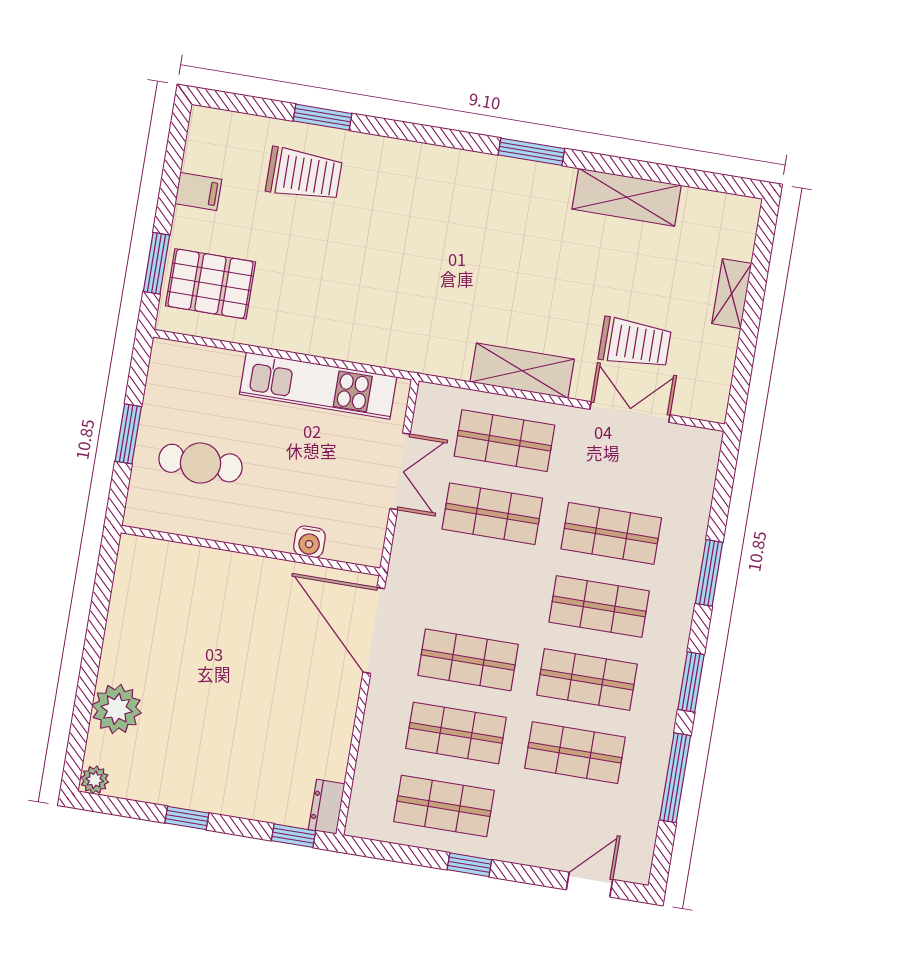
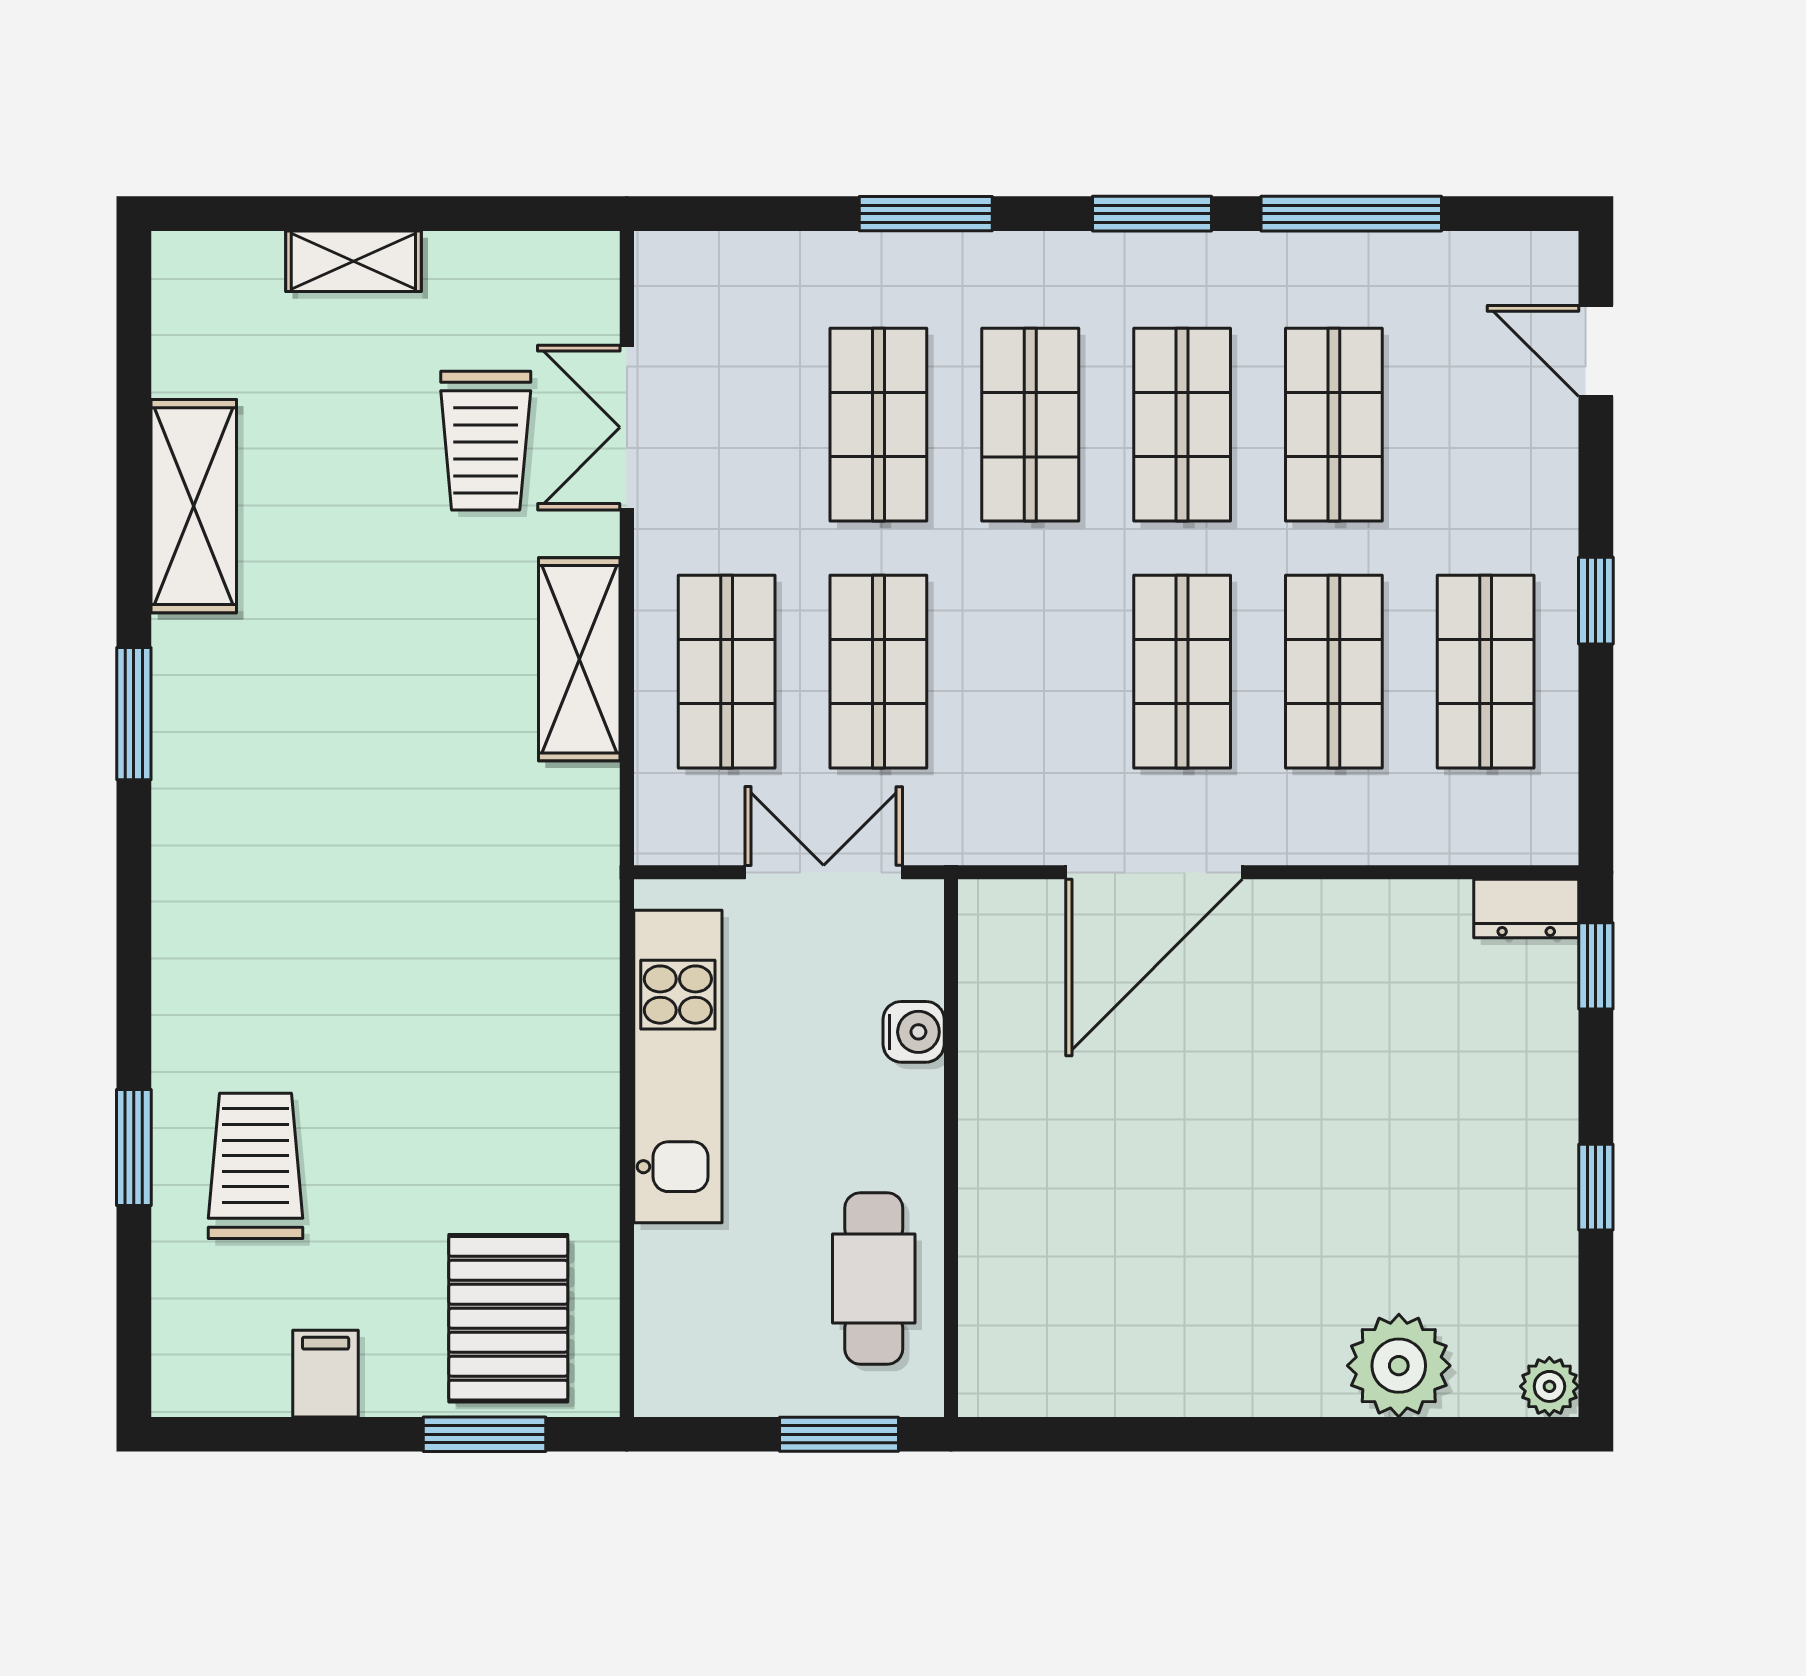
trolley: (635, 343) -> (486, 441), turned 180
water cooler: (309, 542) -> (914, 1032), moved
wall: (251, 550) -> (951, 1148), moved

